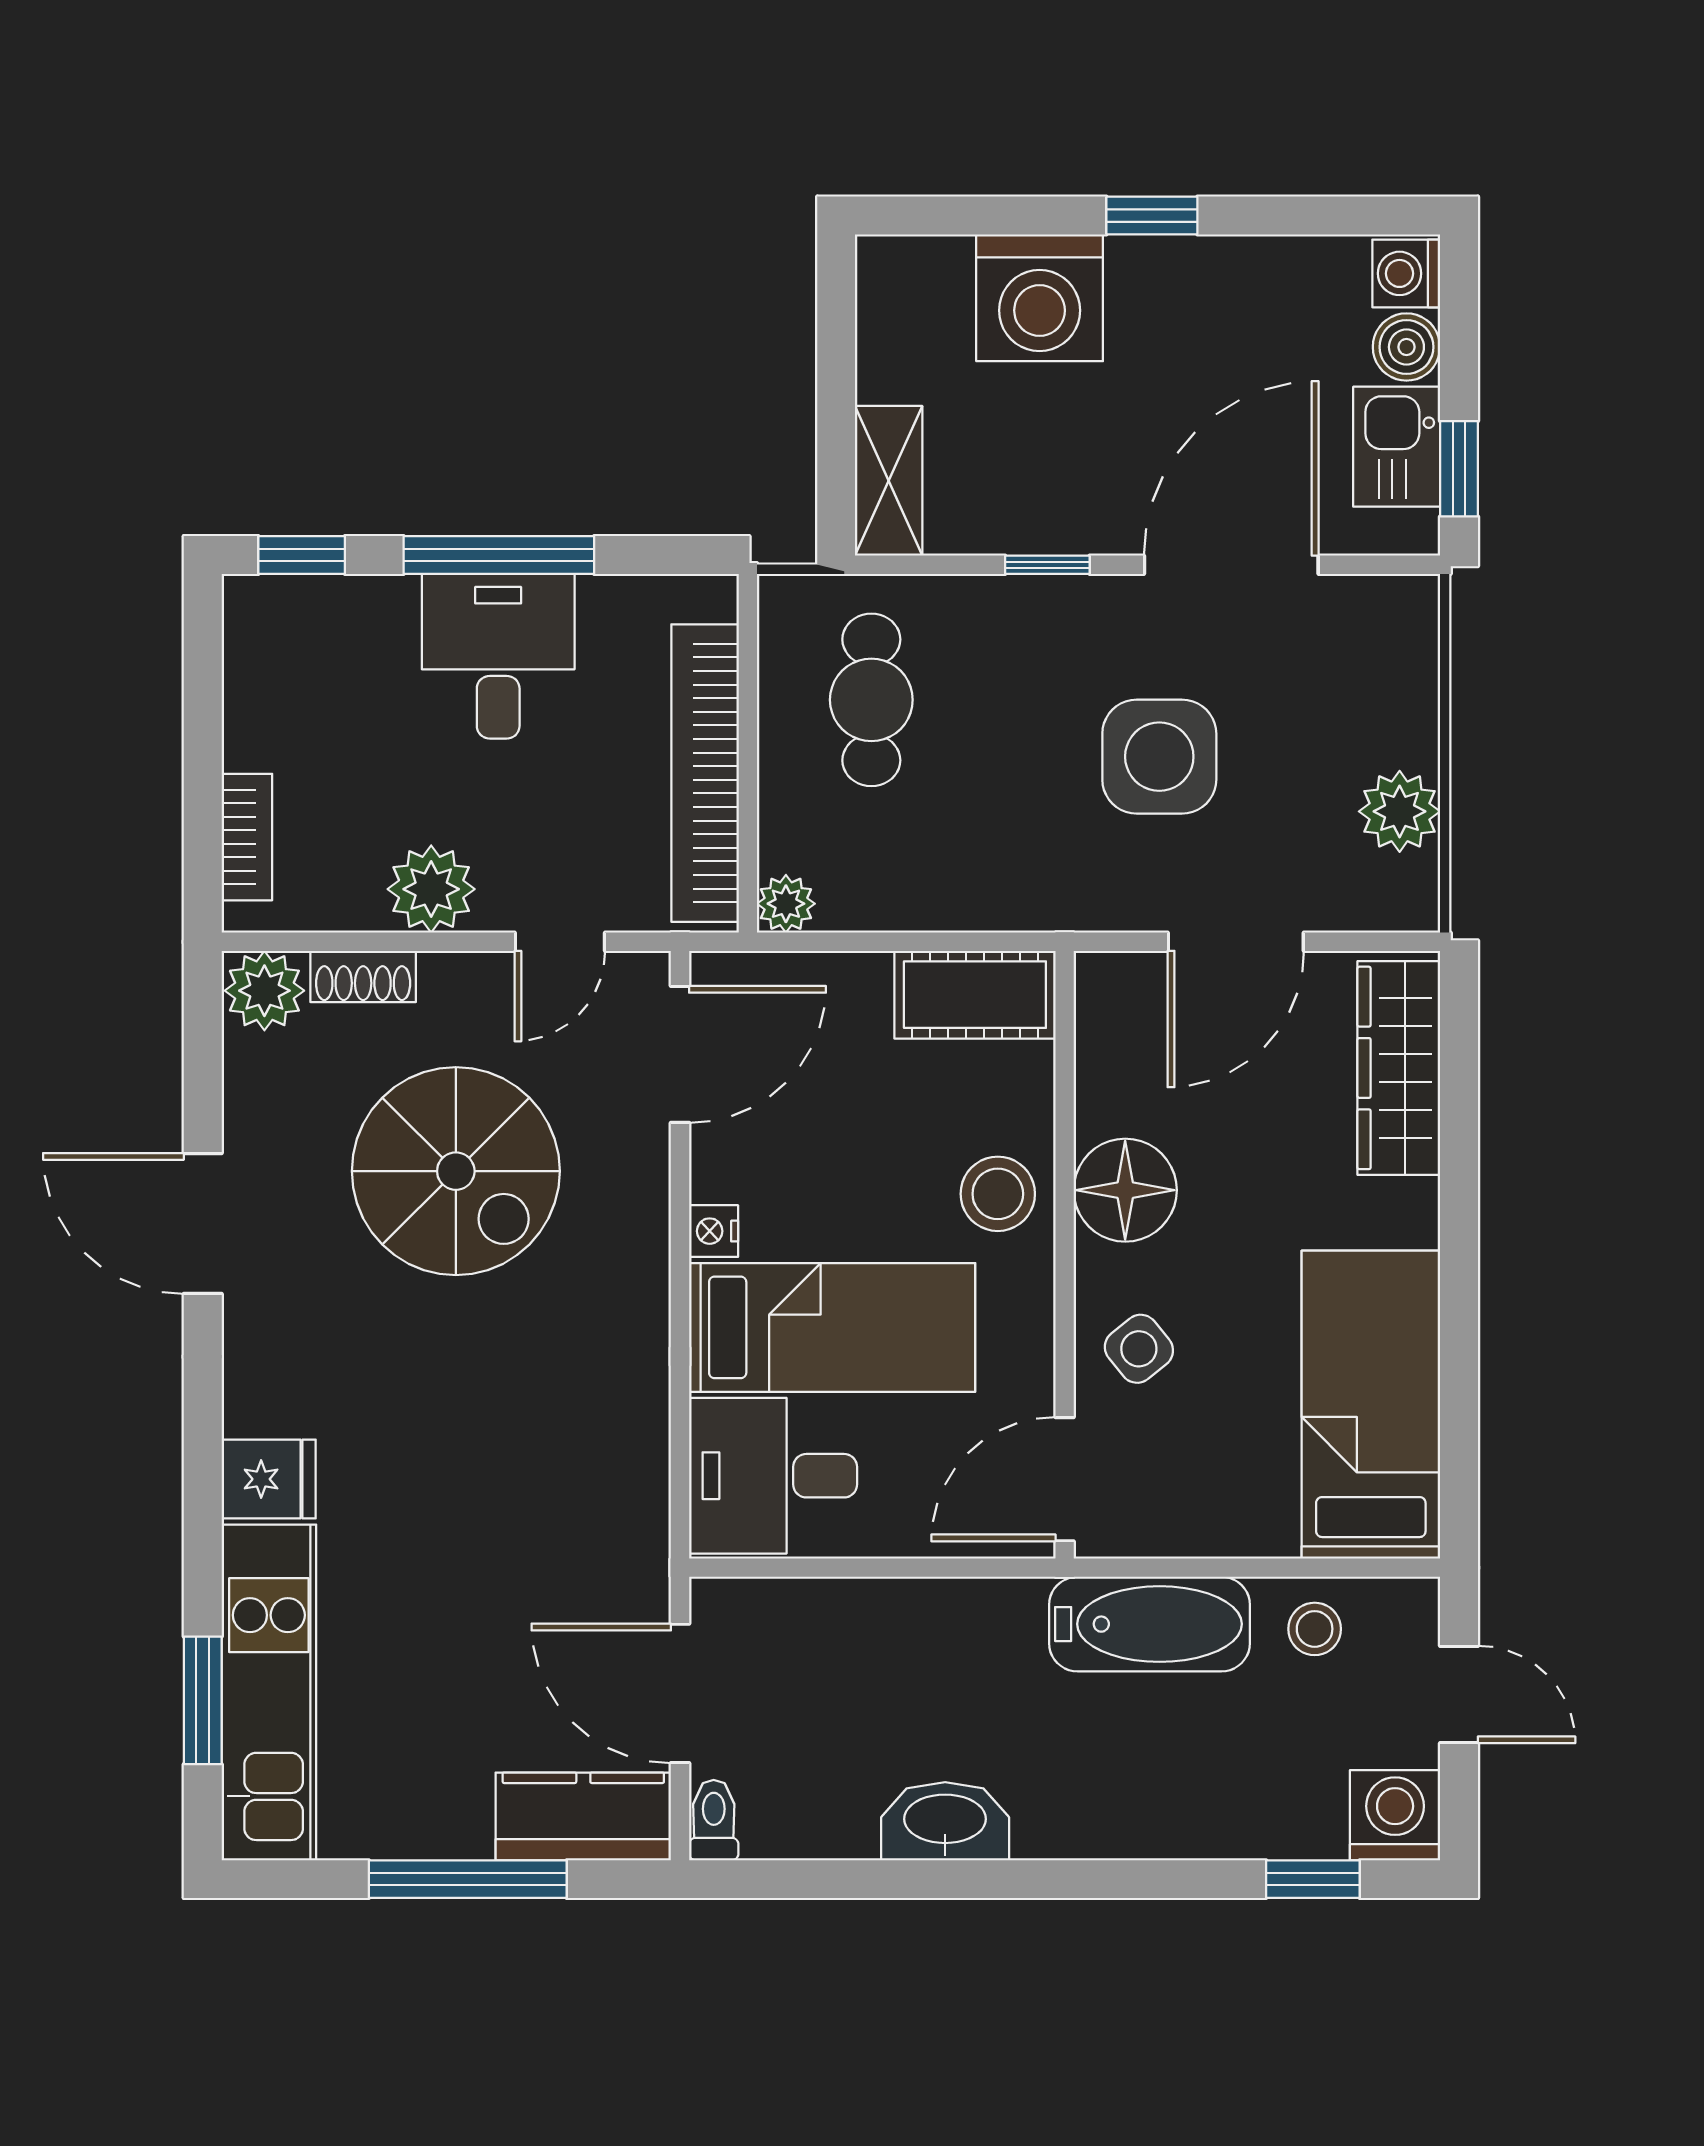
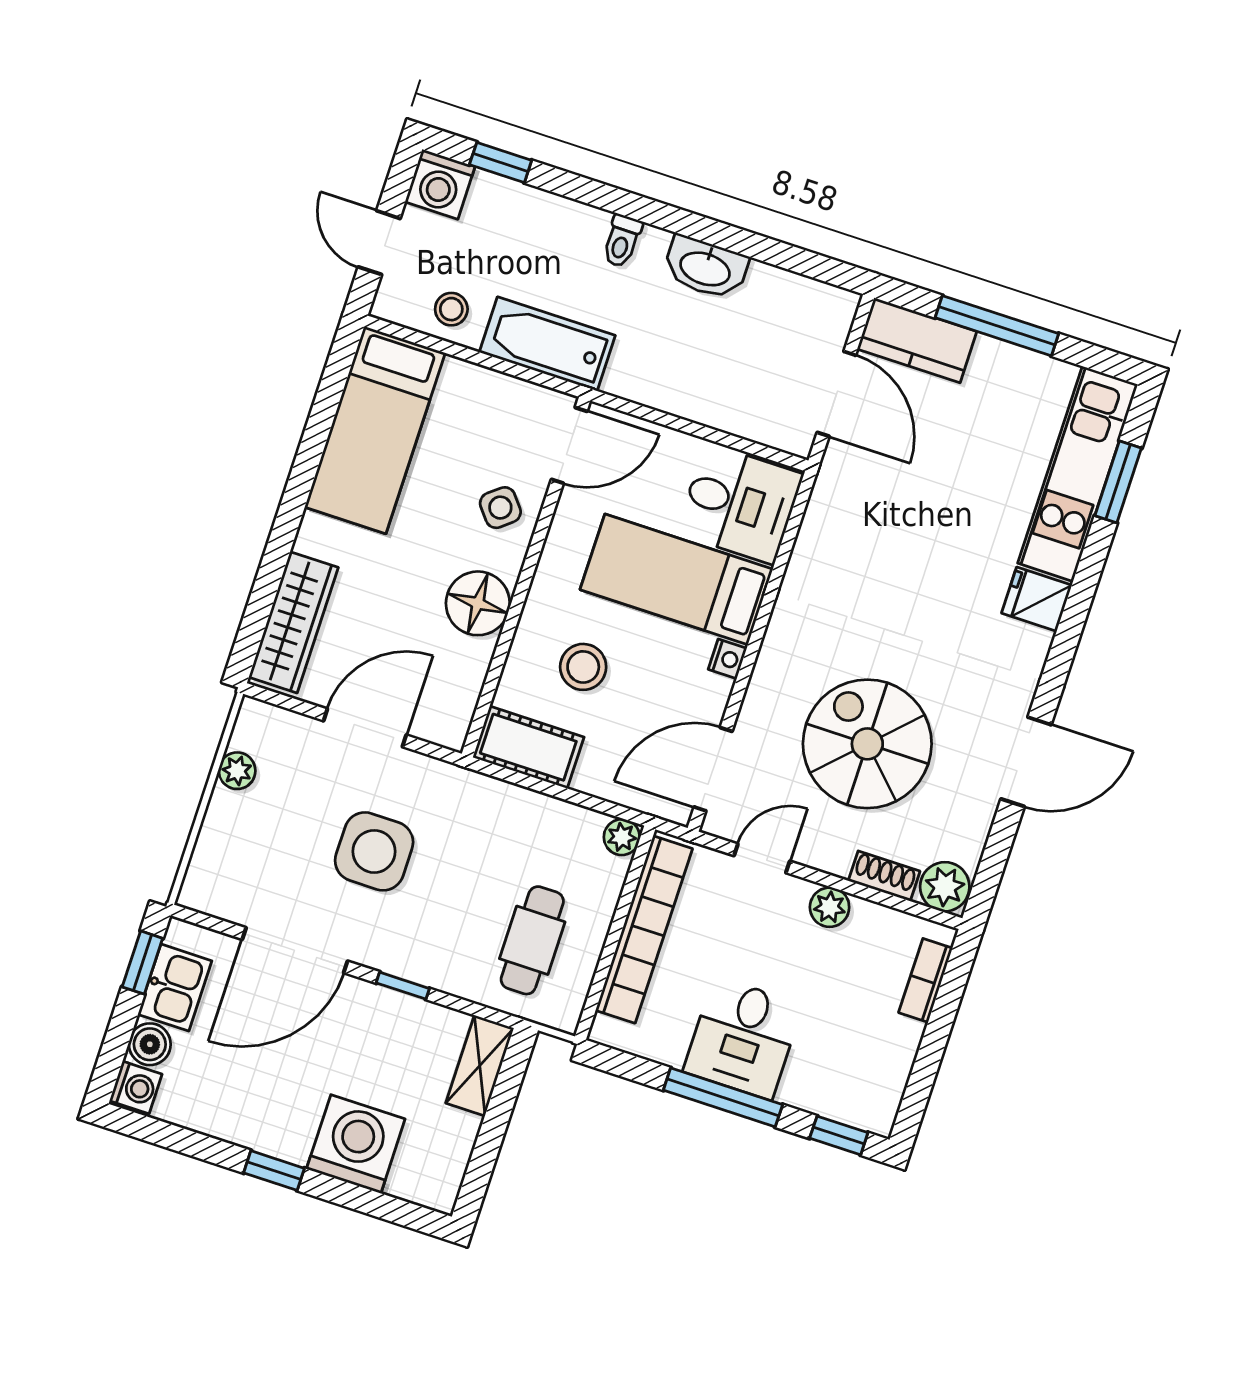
plant: (1400, 811) -> (237, 771), width x0.73, depth x0.73
plant: (431, 889) -> (830, 907), width x0.73, depth x0.73
stool: (998, 1194) -> (583, 667), moved
door: (203, 1223) -> (1026, 762), hinge flipped
toilet: (714, 1820) -> (622, 241), moved

